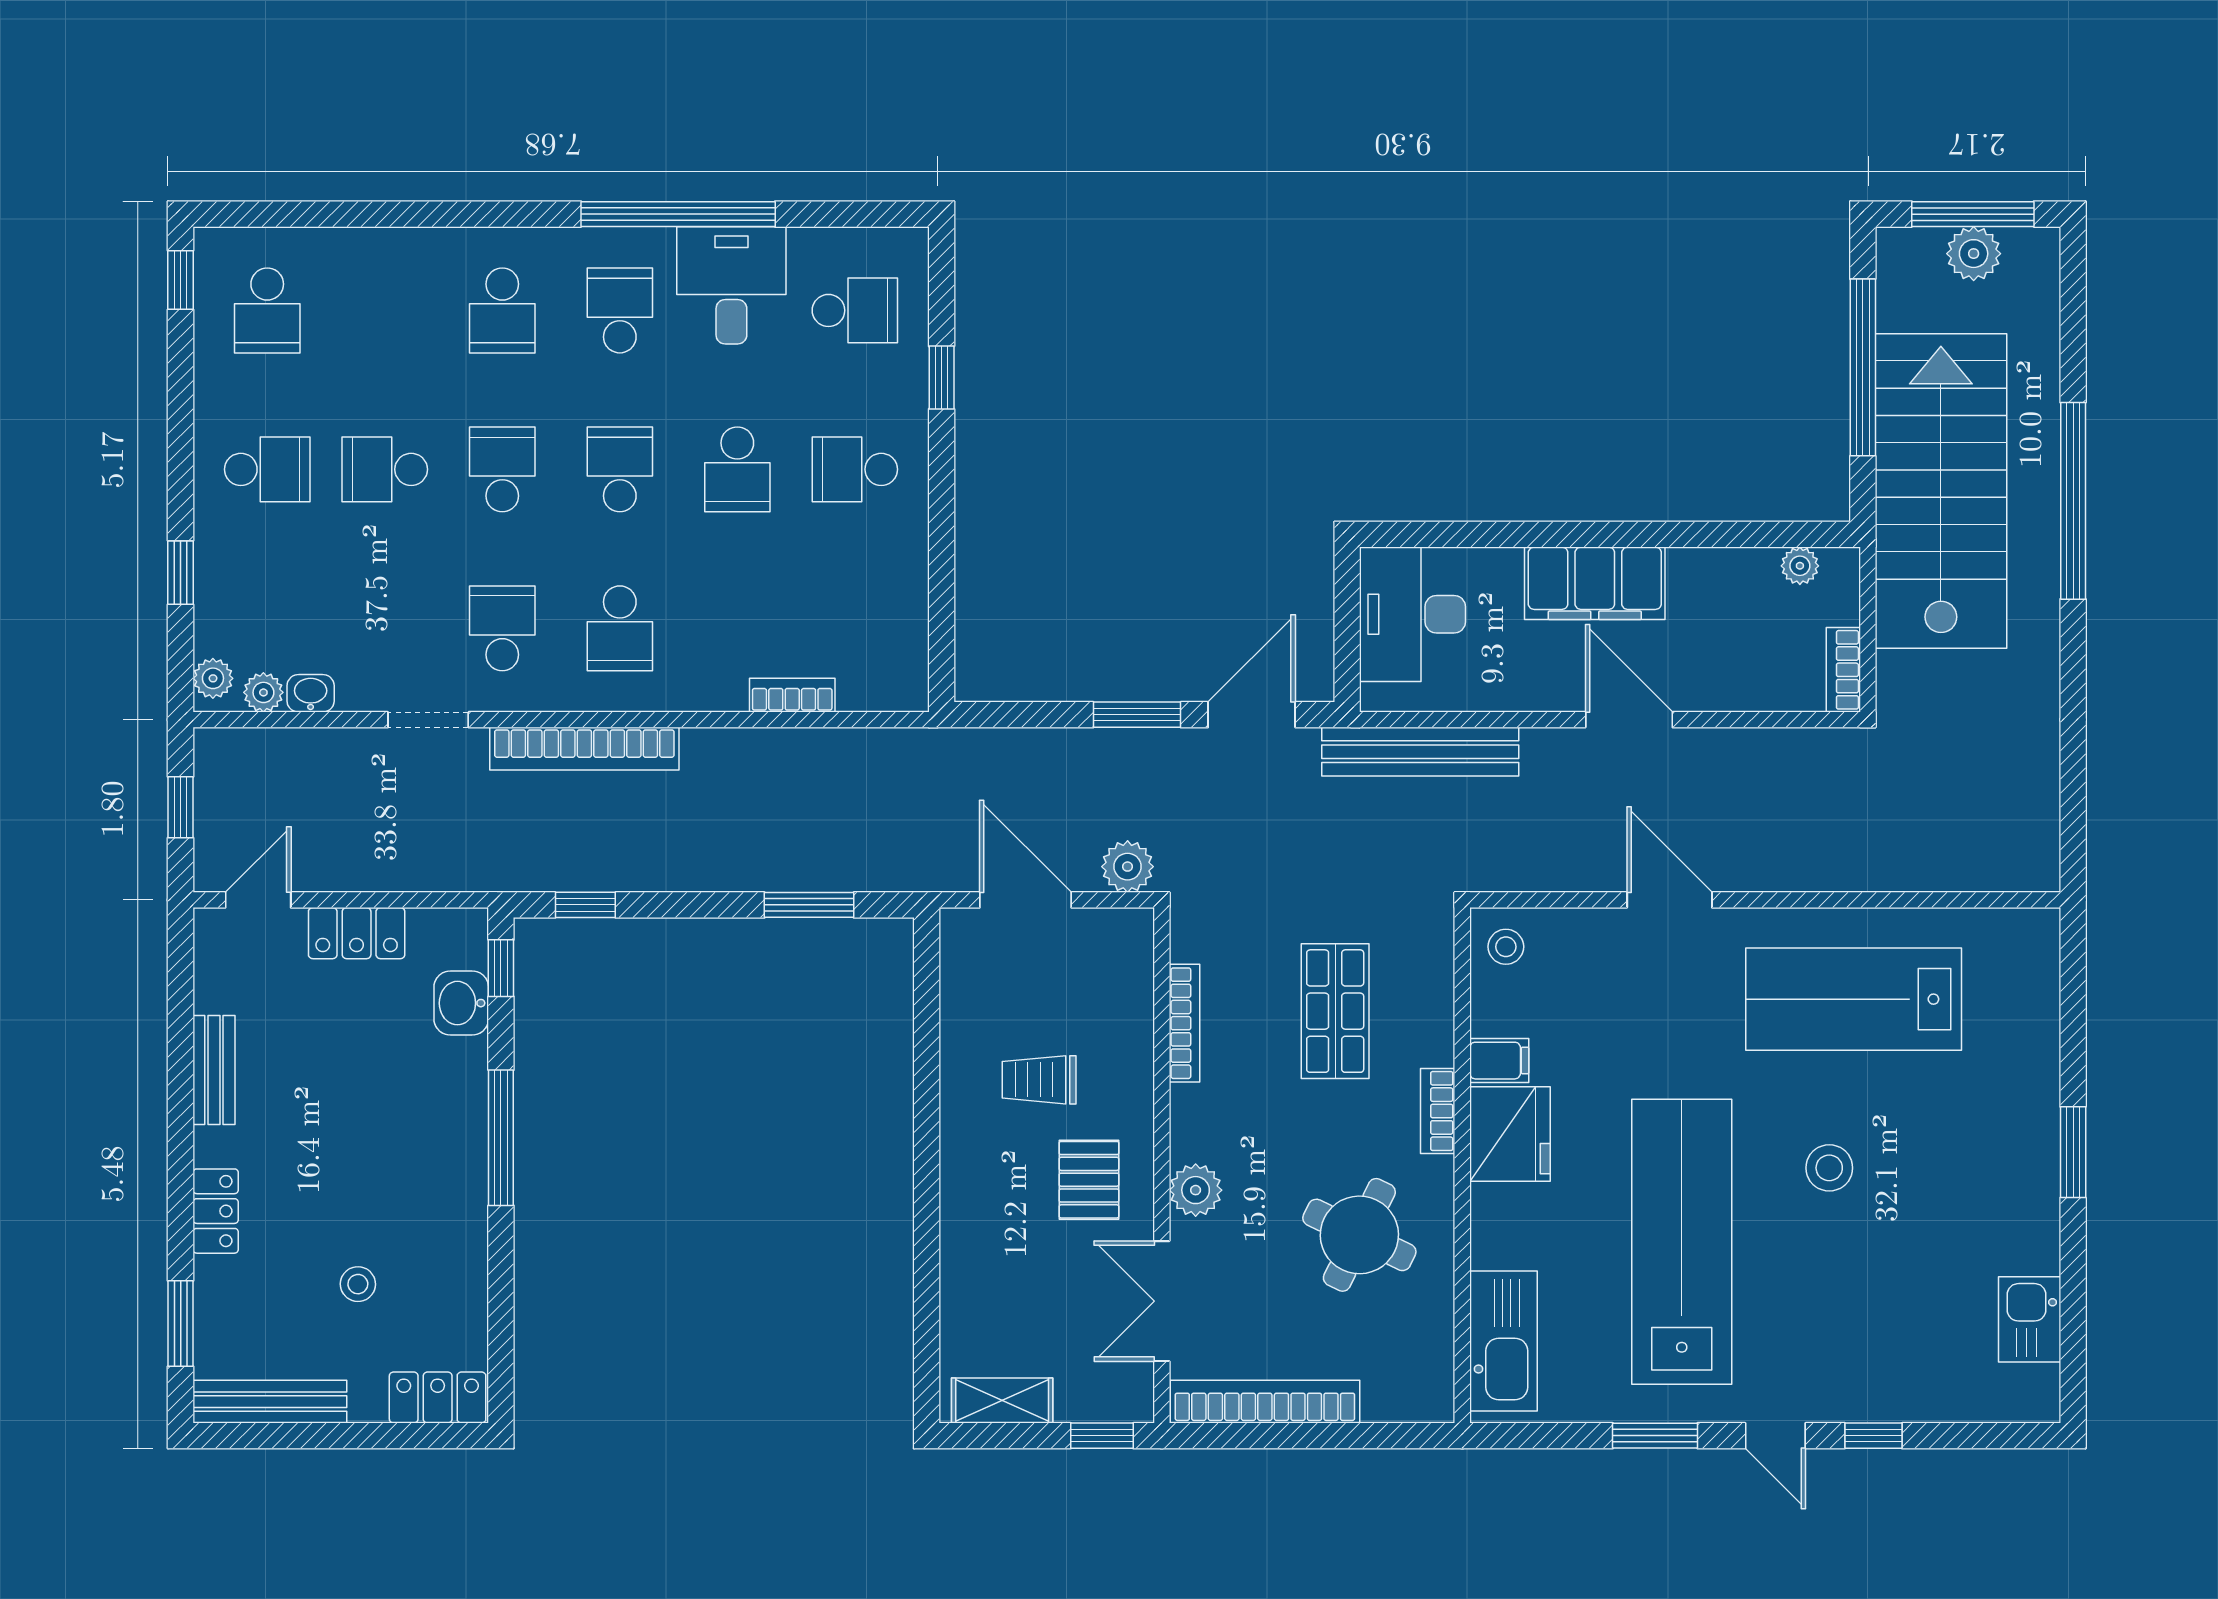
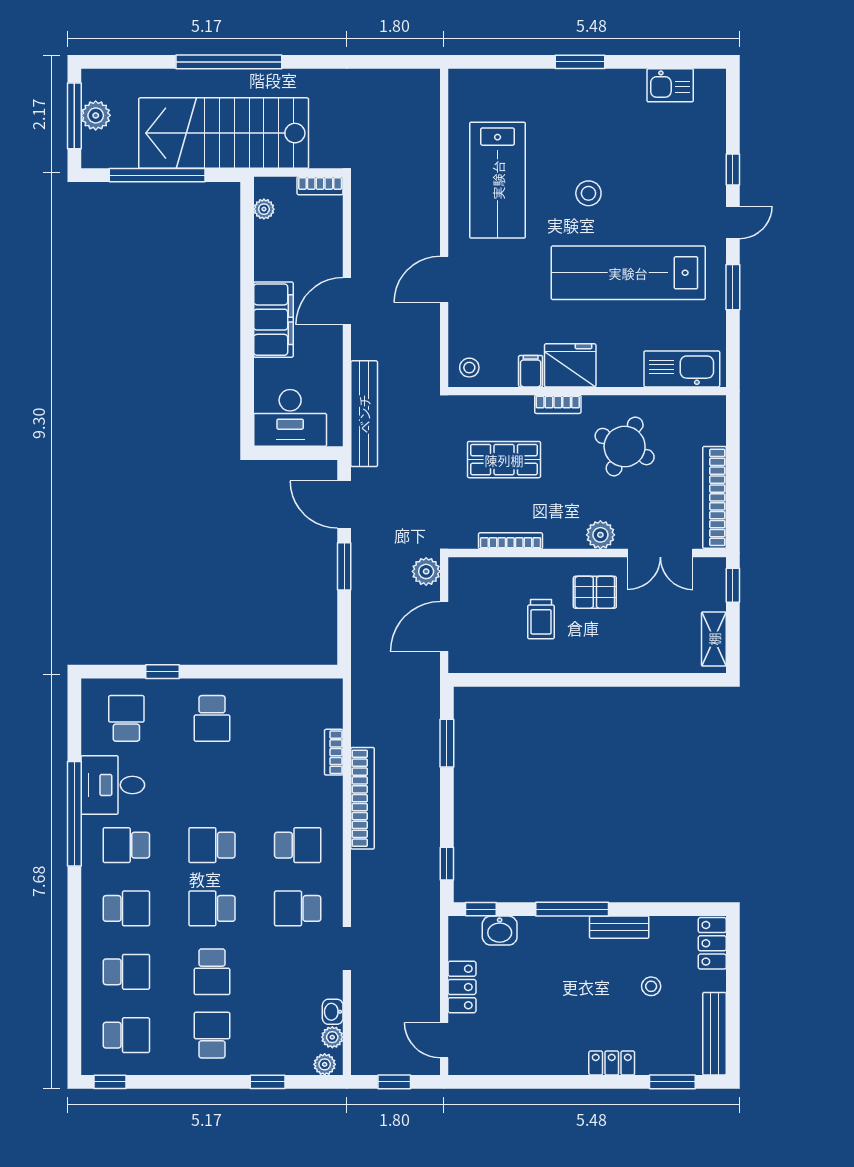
school desk: (737, 469) -> (126, 972), moved
bookcase: (584, 749) -> (363, 798), moved
bench: (214, 1070) -> (619, 927), moved

